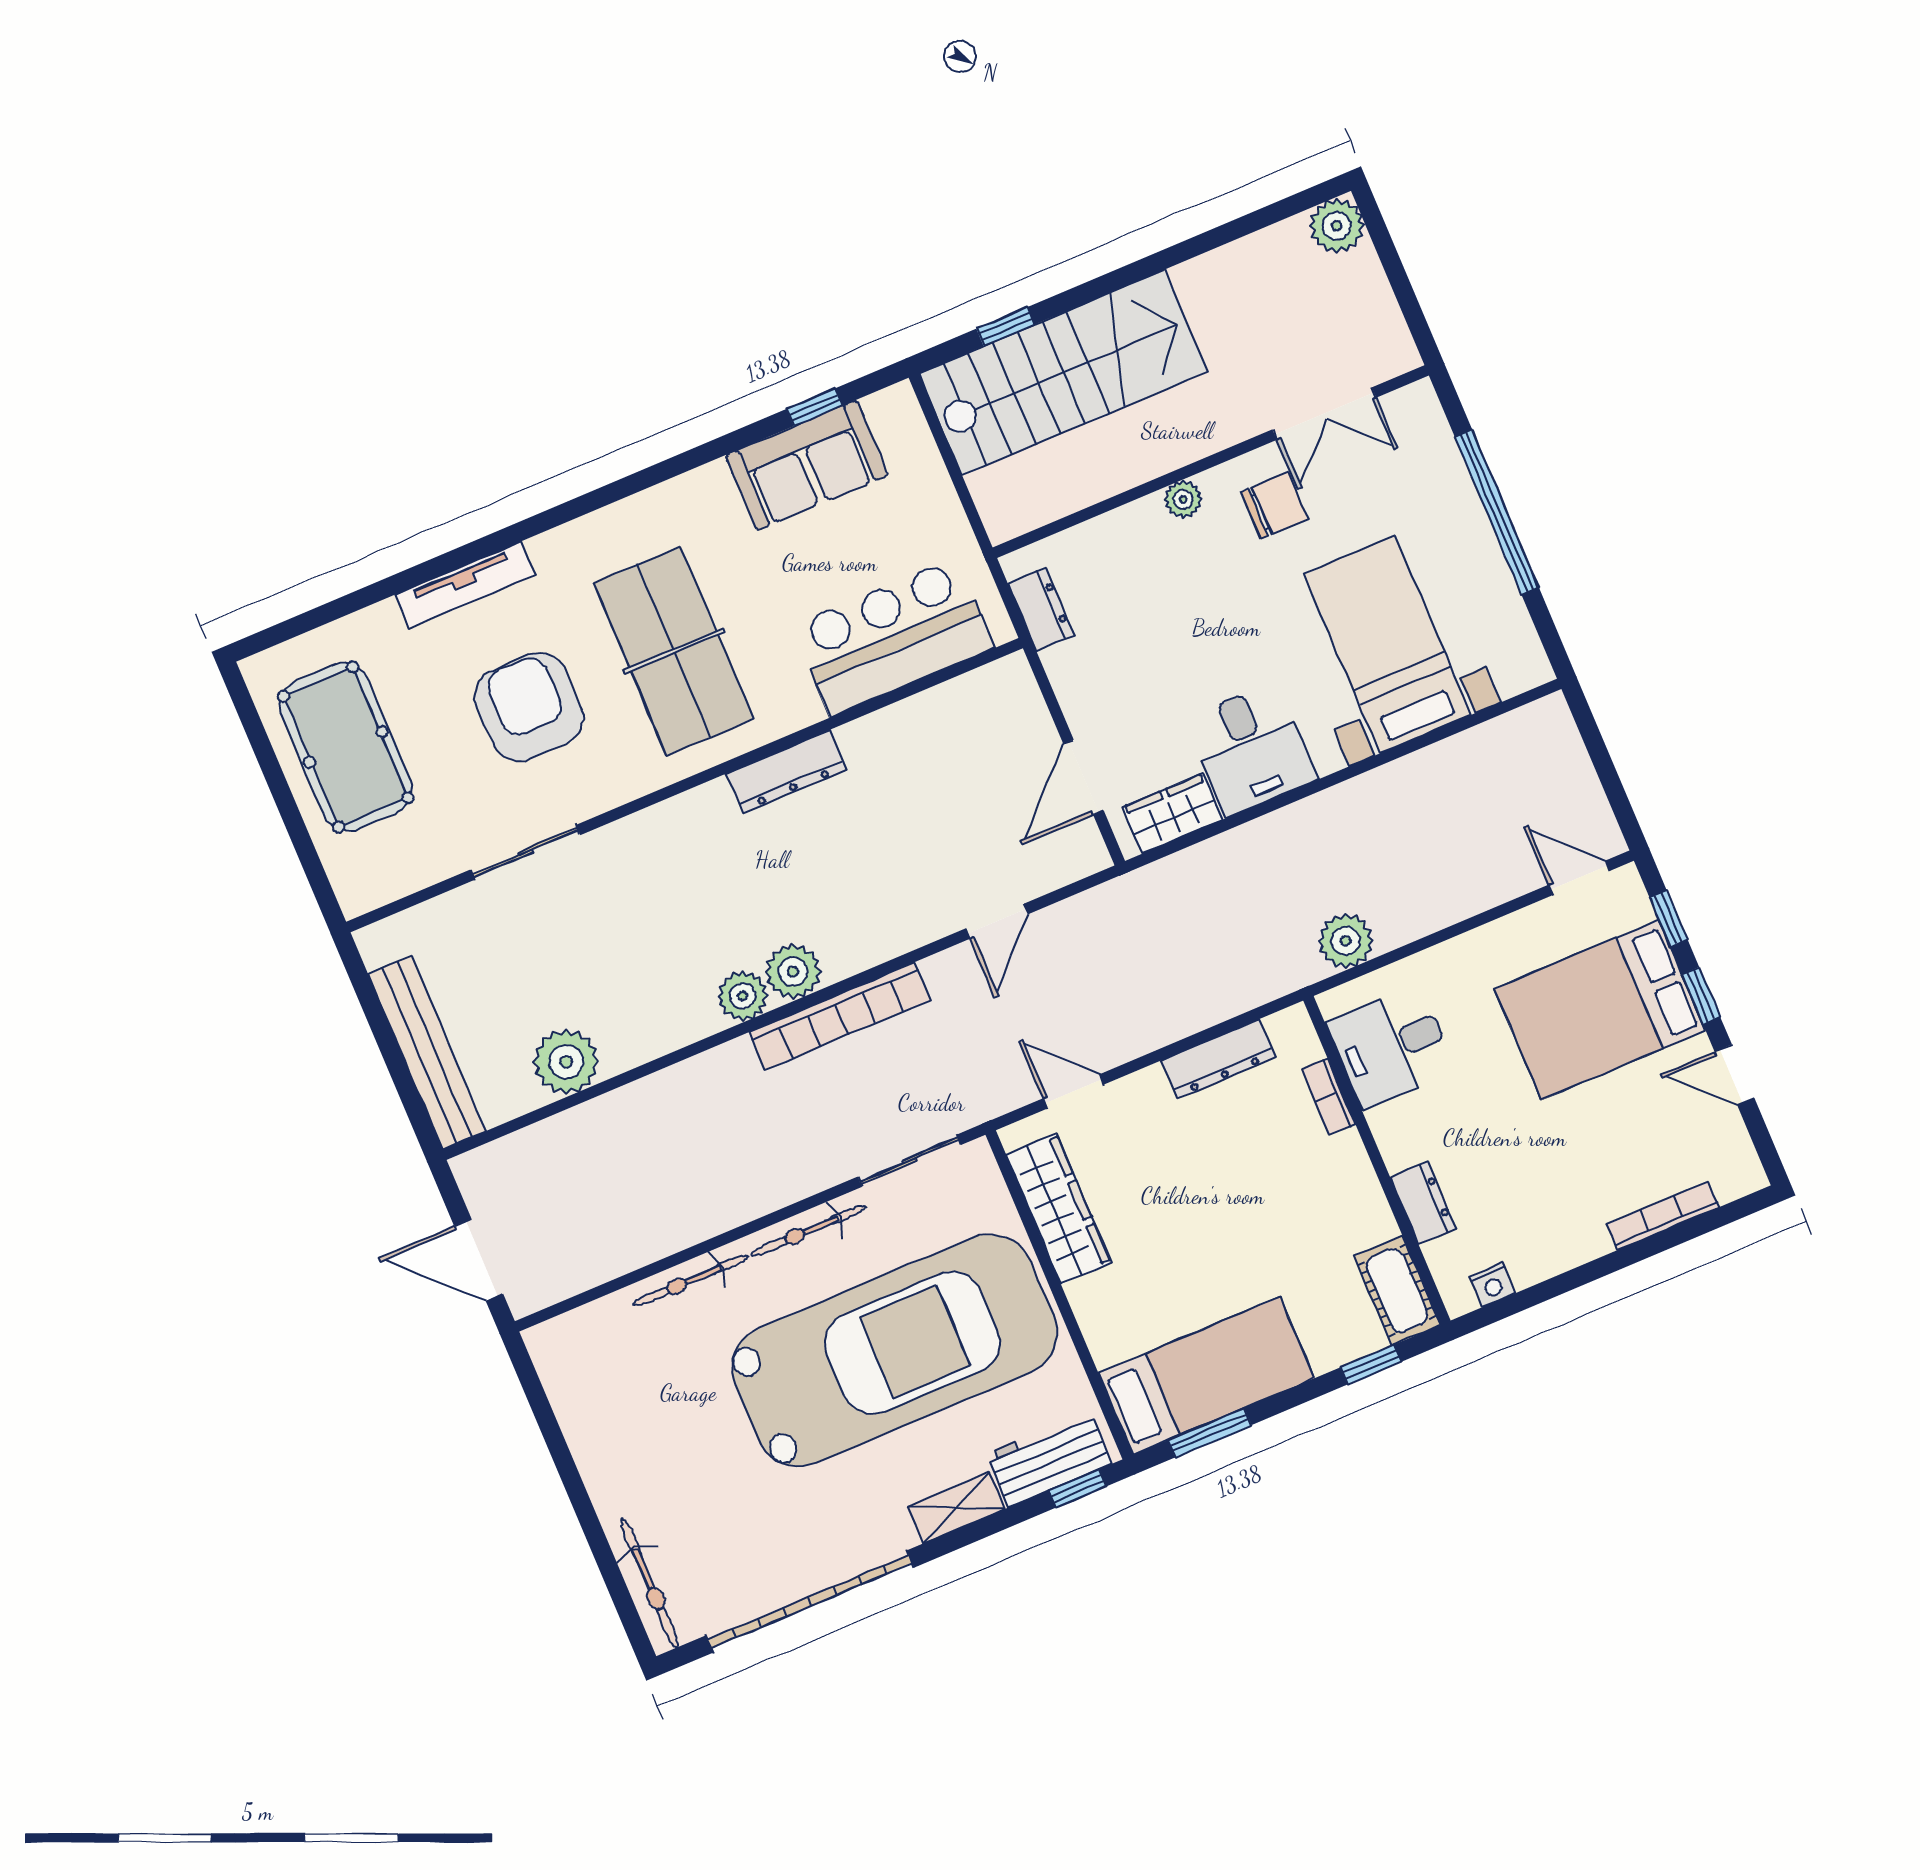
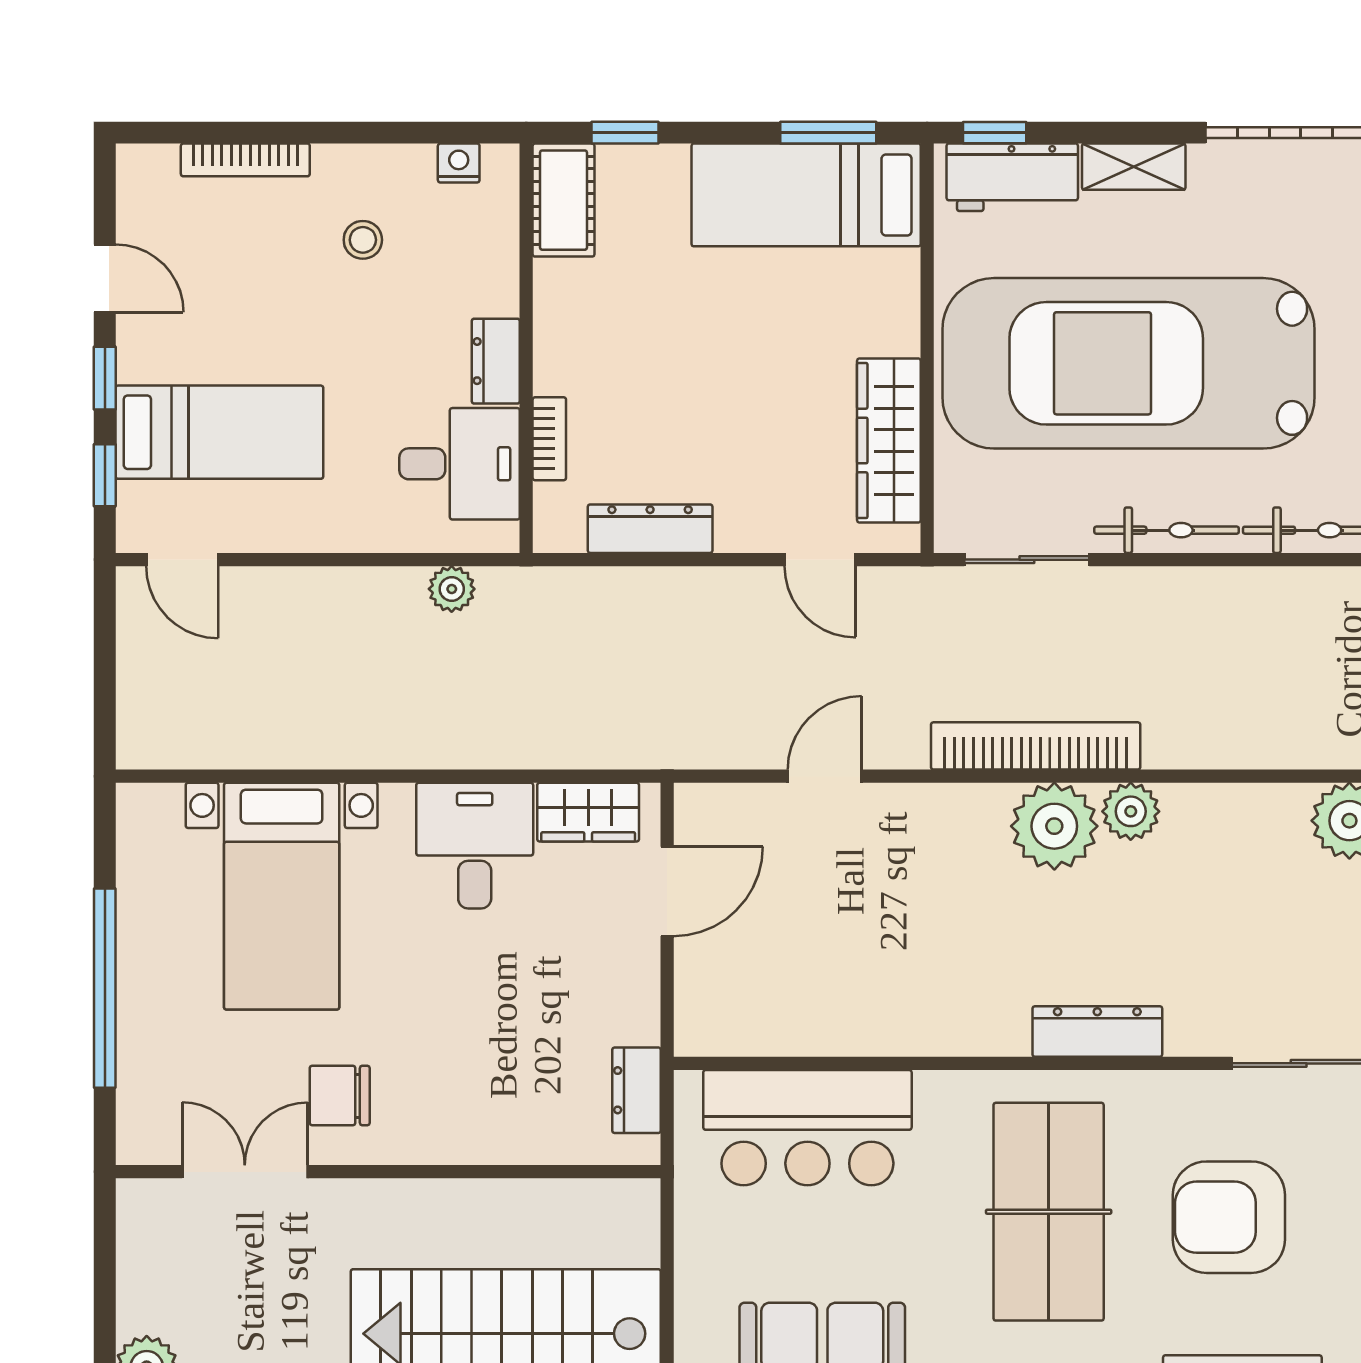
plant: (1183, 499) -> (435, 1144), removed
armchair: (529, 707) -> (1229, 1217), turned 90
dresser: (786, 772) -> (1097, 1031), moved
plant: (1346, 941) -> (452, 589), width x0.73, depth x0.73
plant: (793, 972) -> (1054, 826), width x1.36, depth x1.36
bed: (1600, 1010) -> (219, 432), width x0.67
stool: (1543, 1192) -> (363, 240), added
dresser: (1423, 1203) -> (496, 361), moved

